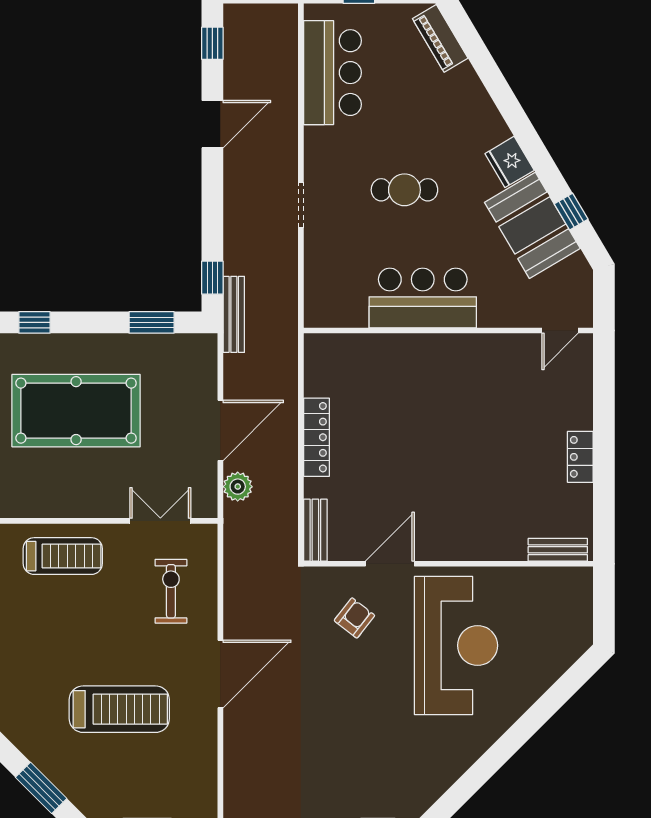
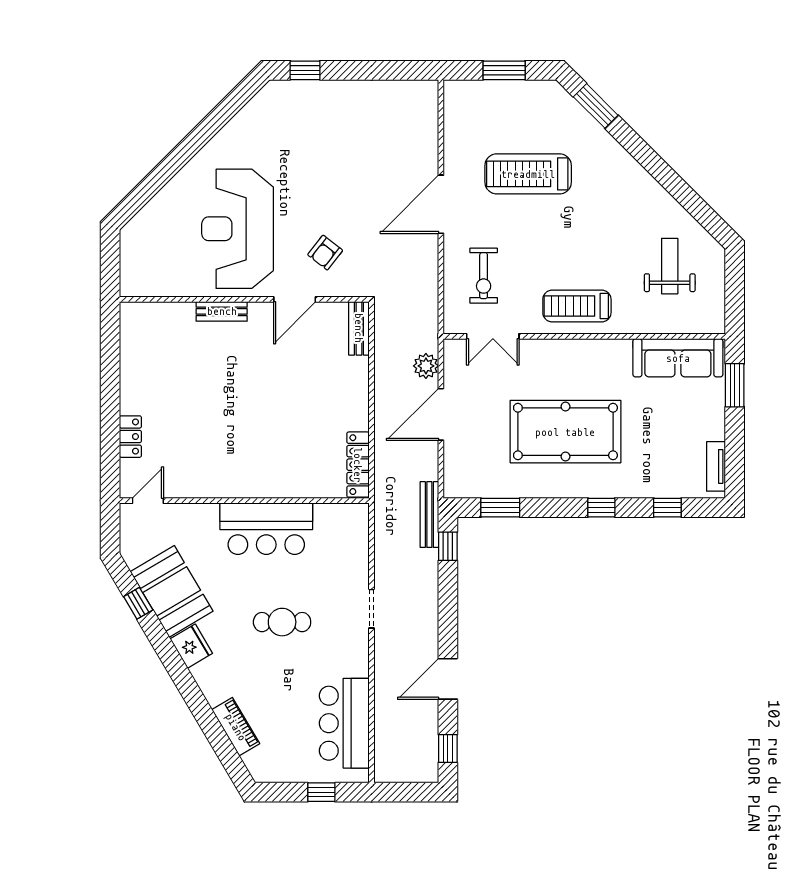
piano: (440, 38) -> (236, 727), moved
locker: (316, 437) -> (358, 465), moved
locker: (580, 457) -> (130, 437), moved
bench: (558, 550) -> (222, 311), moved

